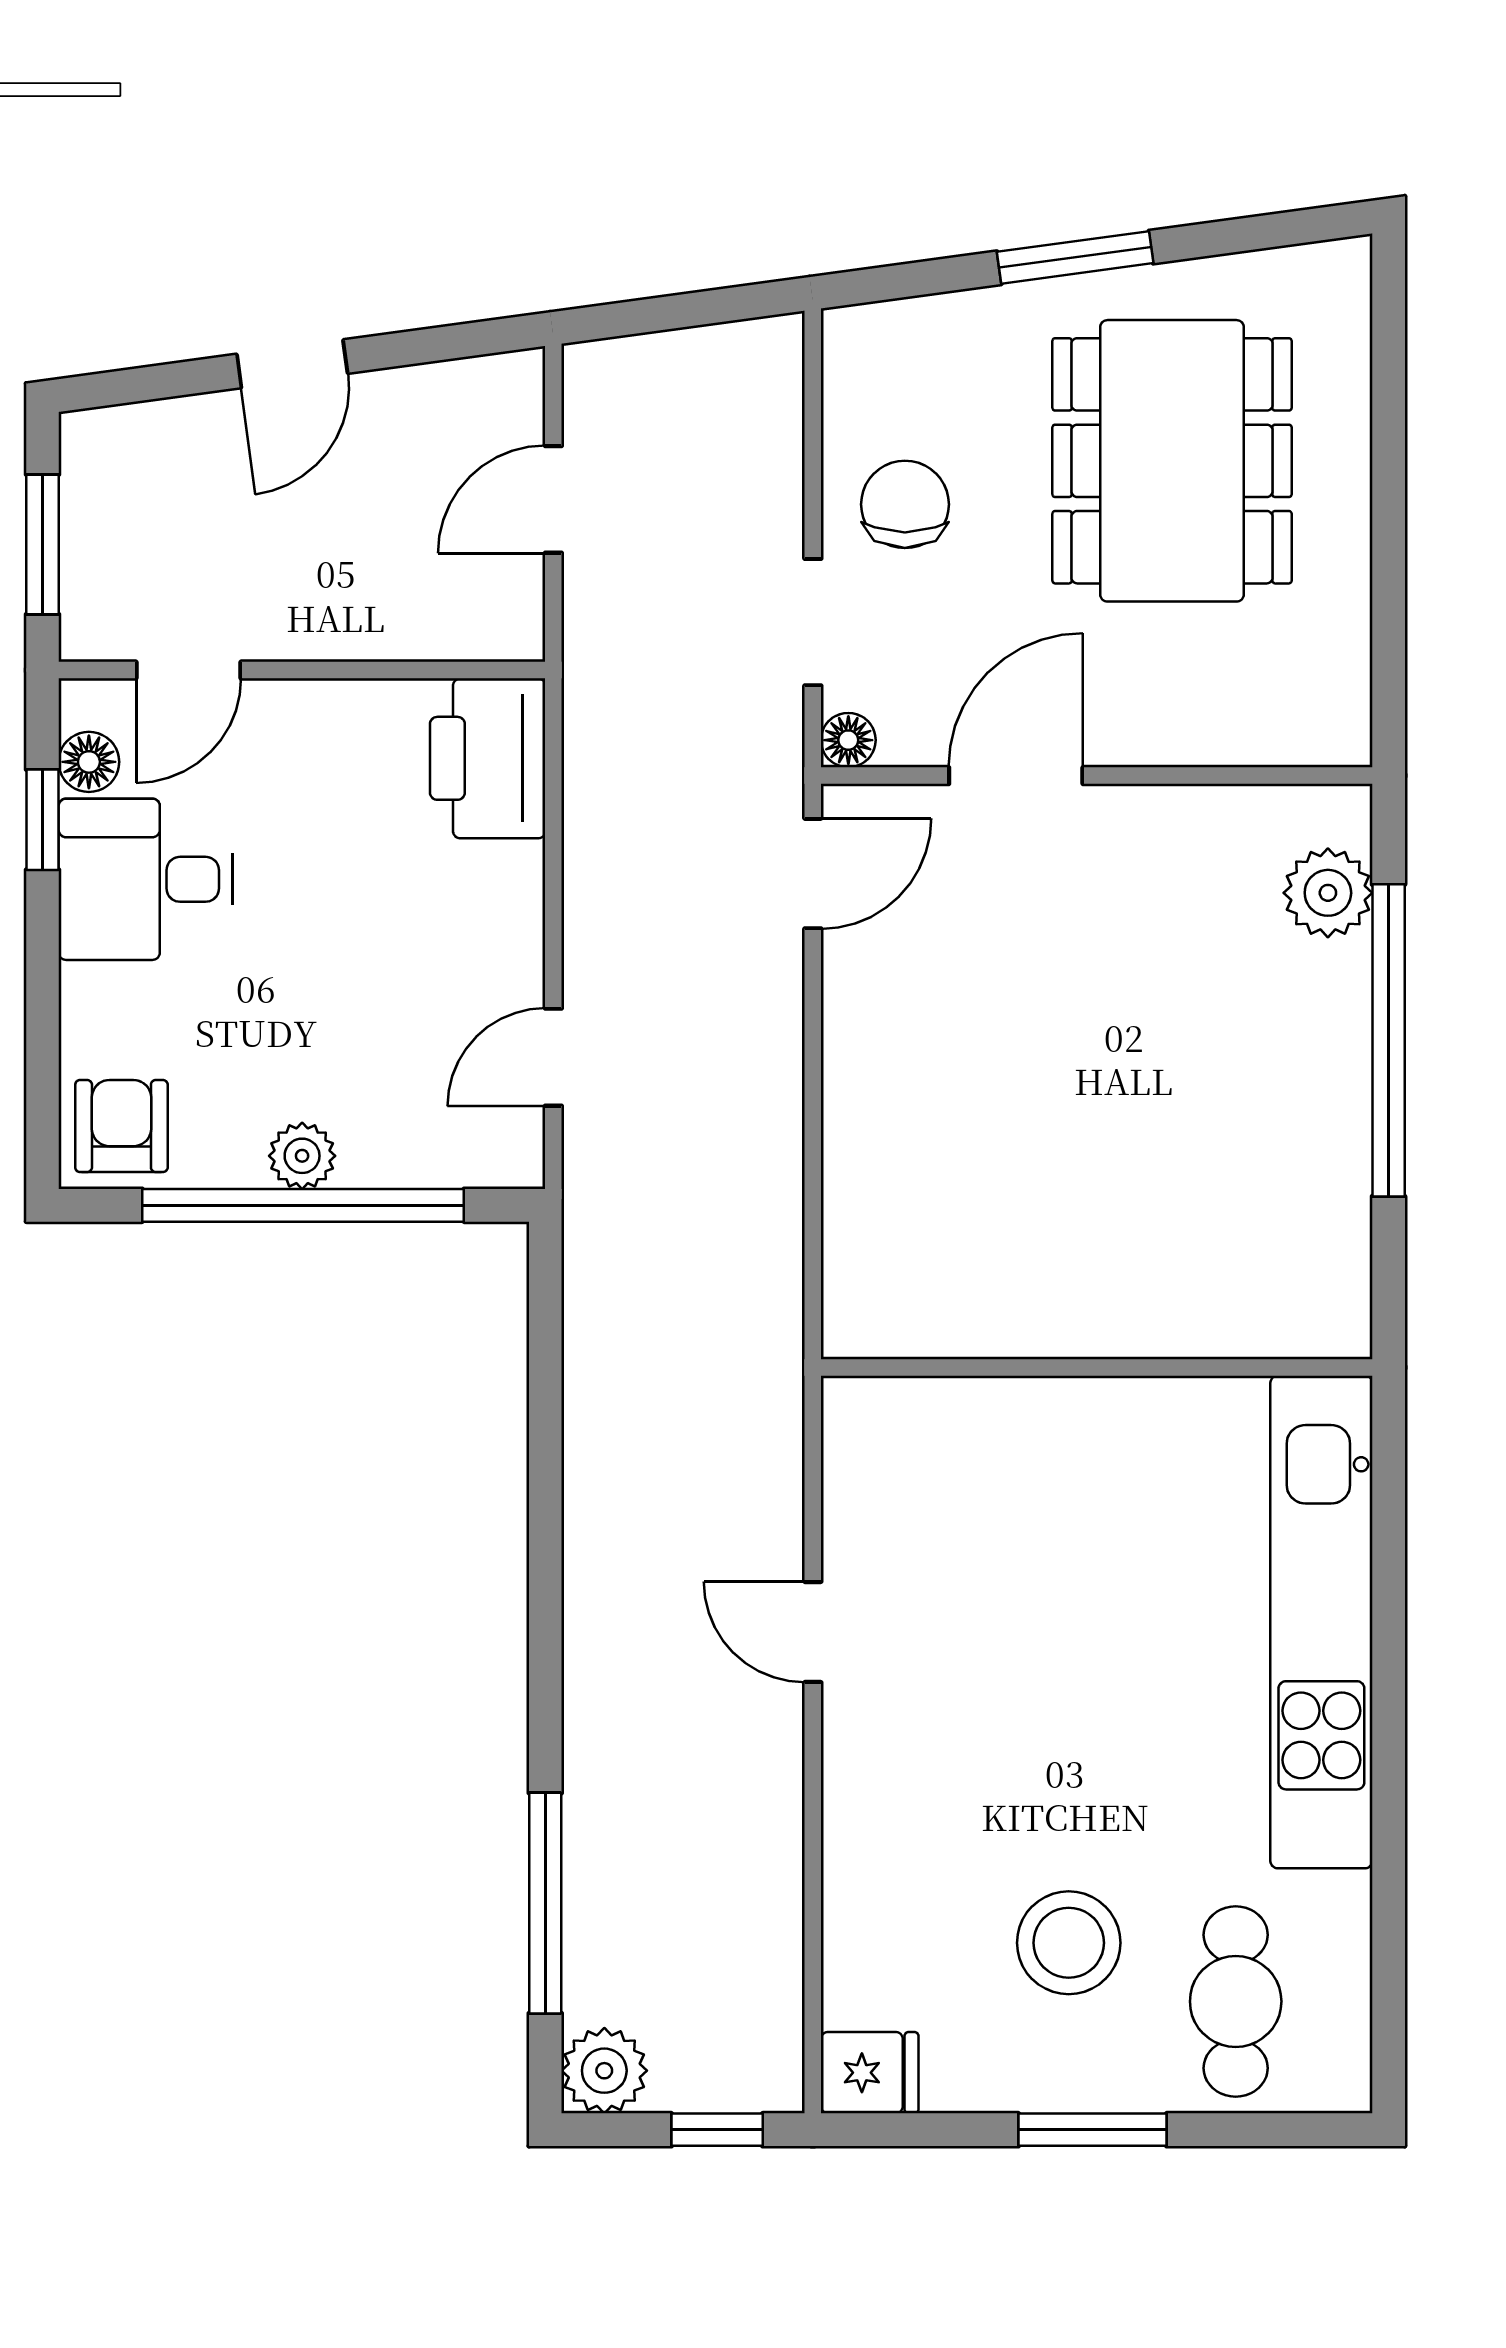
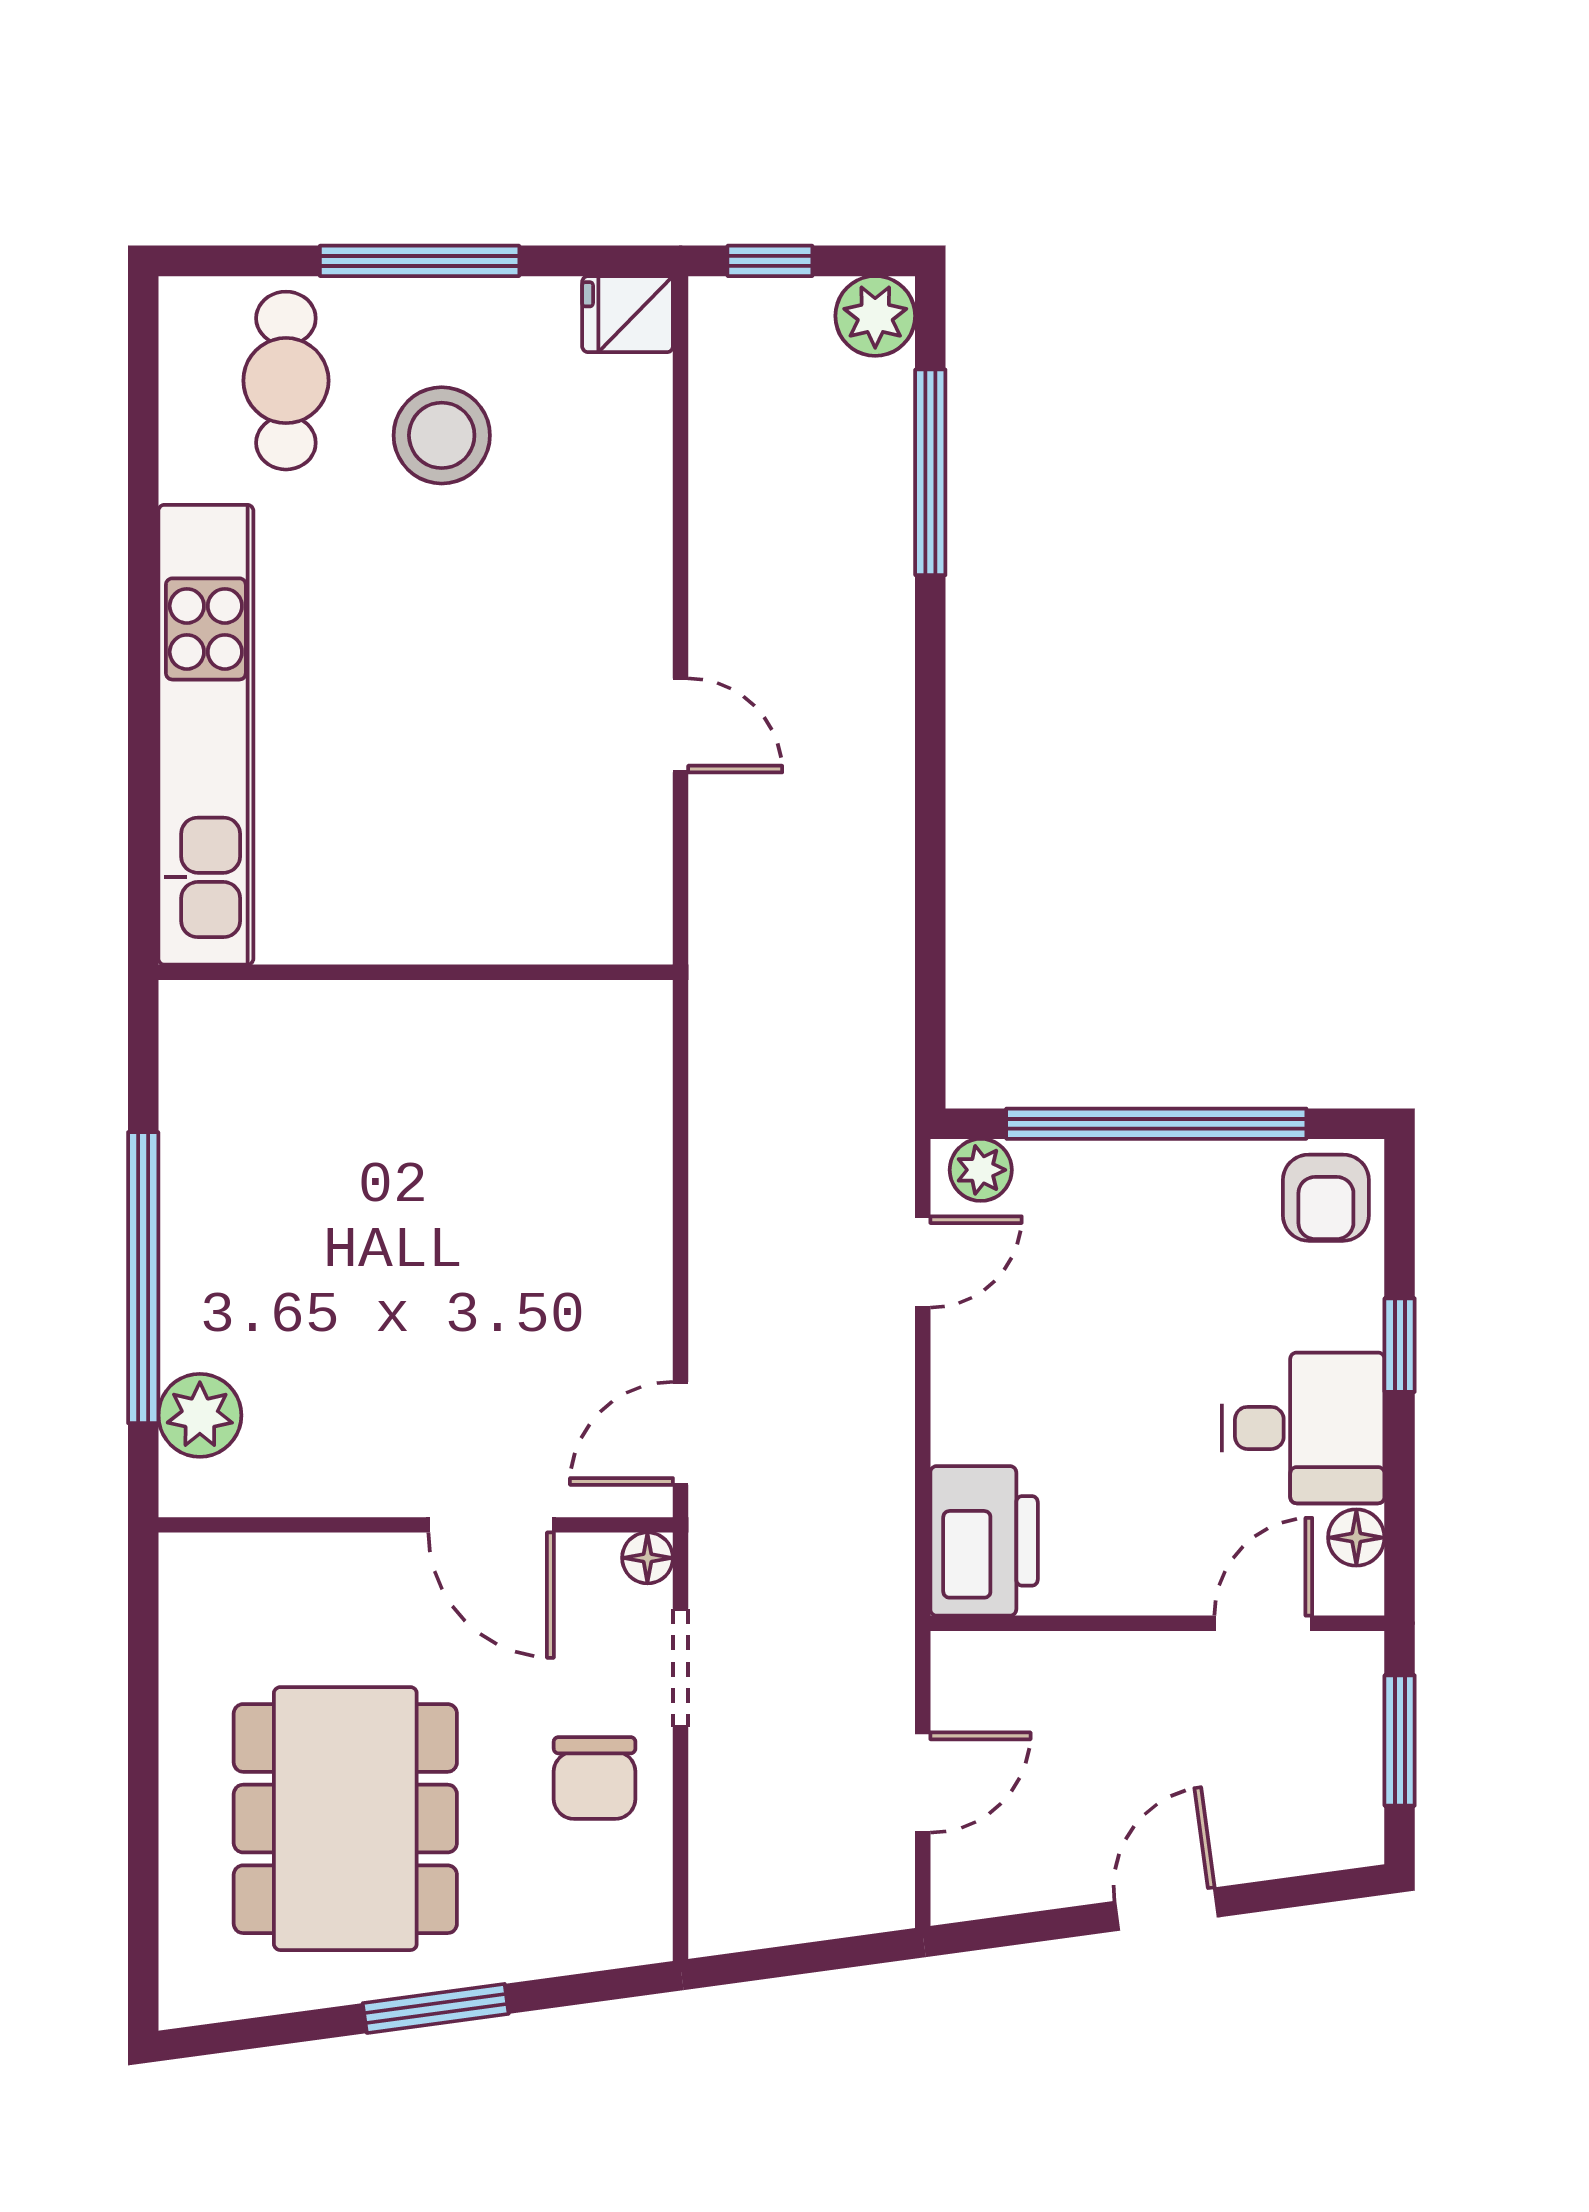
door: (1016, 776) -> (491, 1525), hinge flipped
window: (42, 820) -> (1400, 1345), moved
plant: (302, 1156) -> (981, 1170), moved
window: (1093, 2130) -> (420, 261), width x1.44

